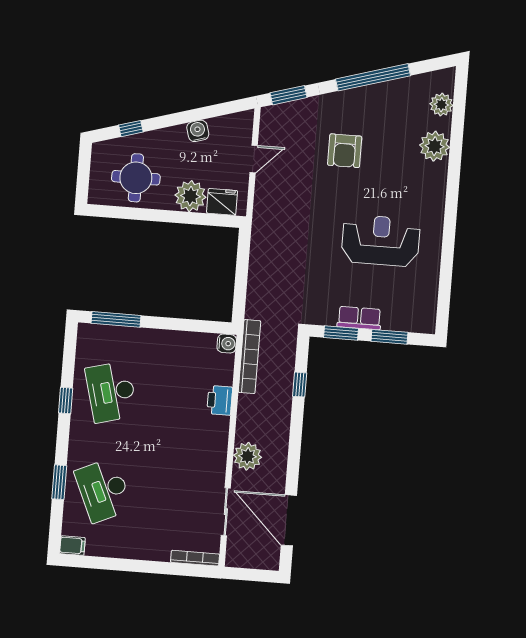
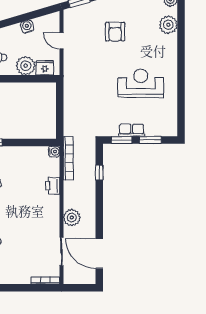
door: (254, 159) -> (62, 41), swing flipped

